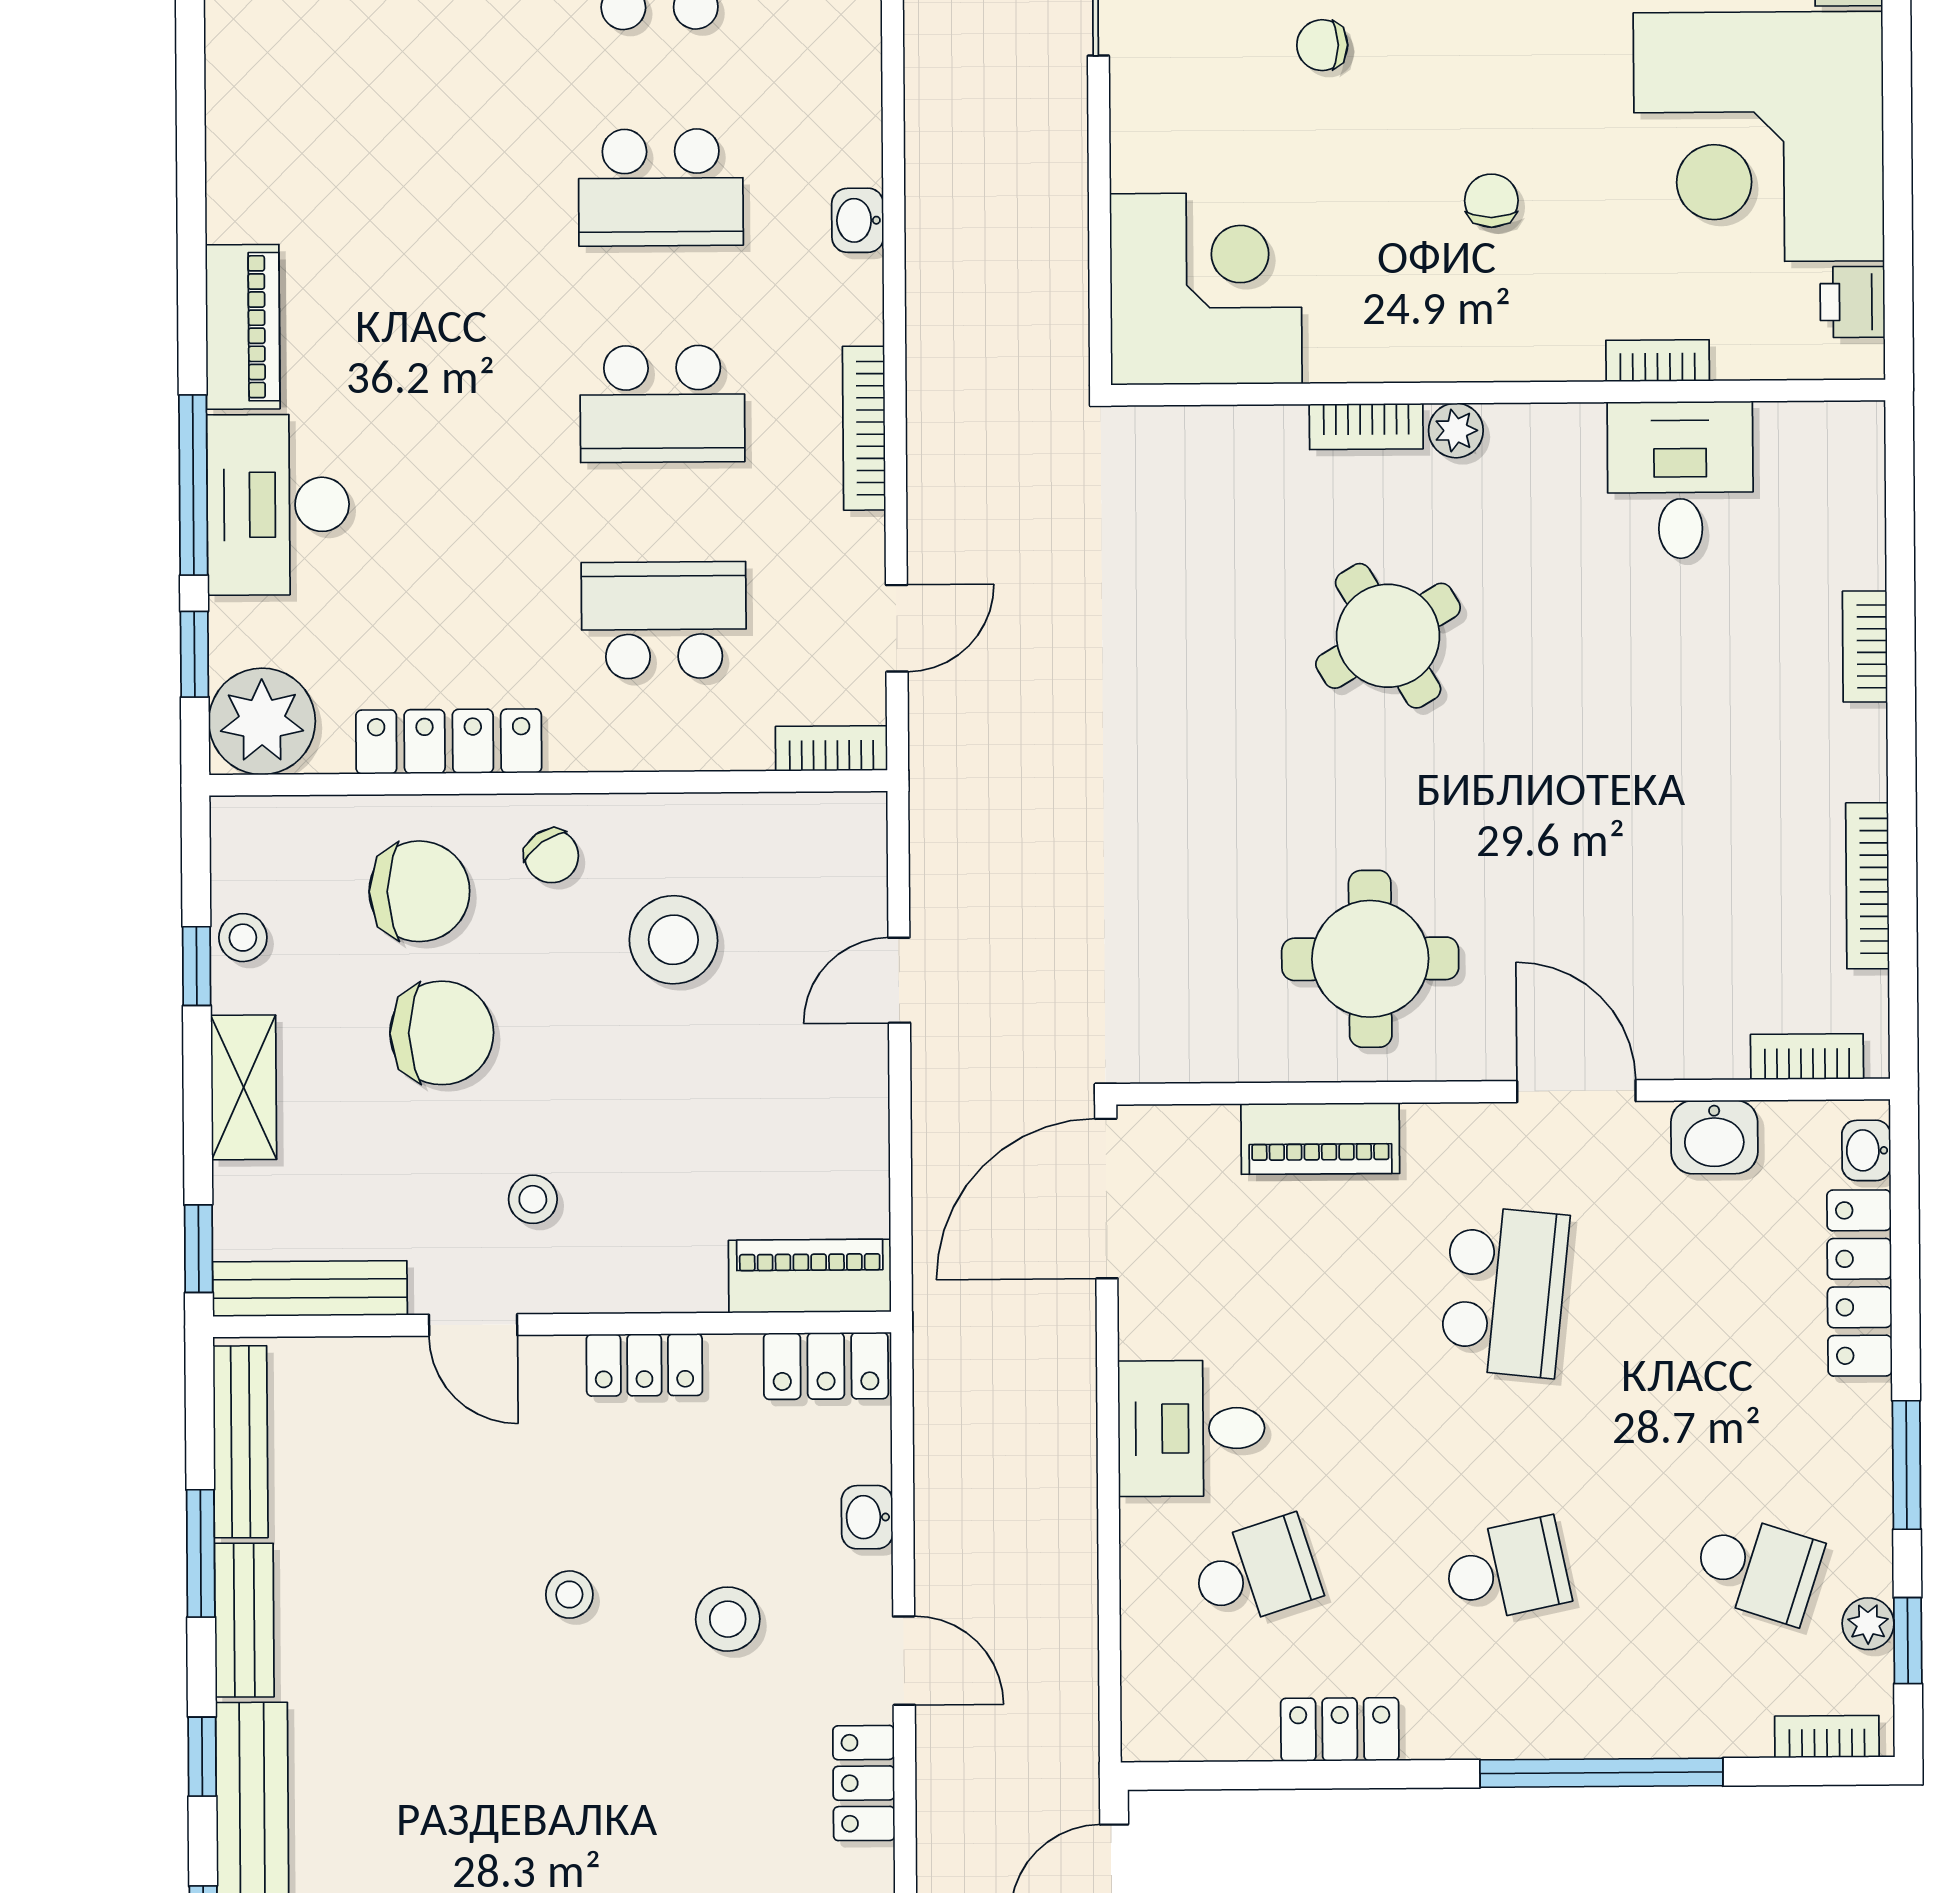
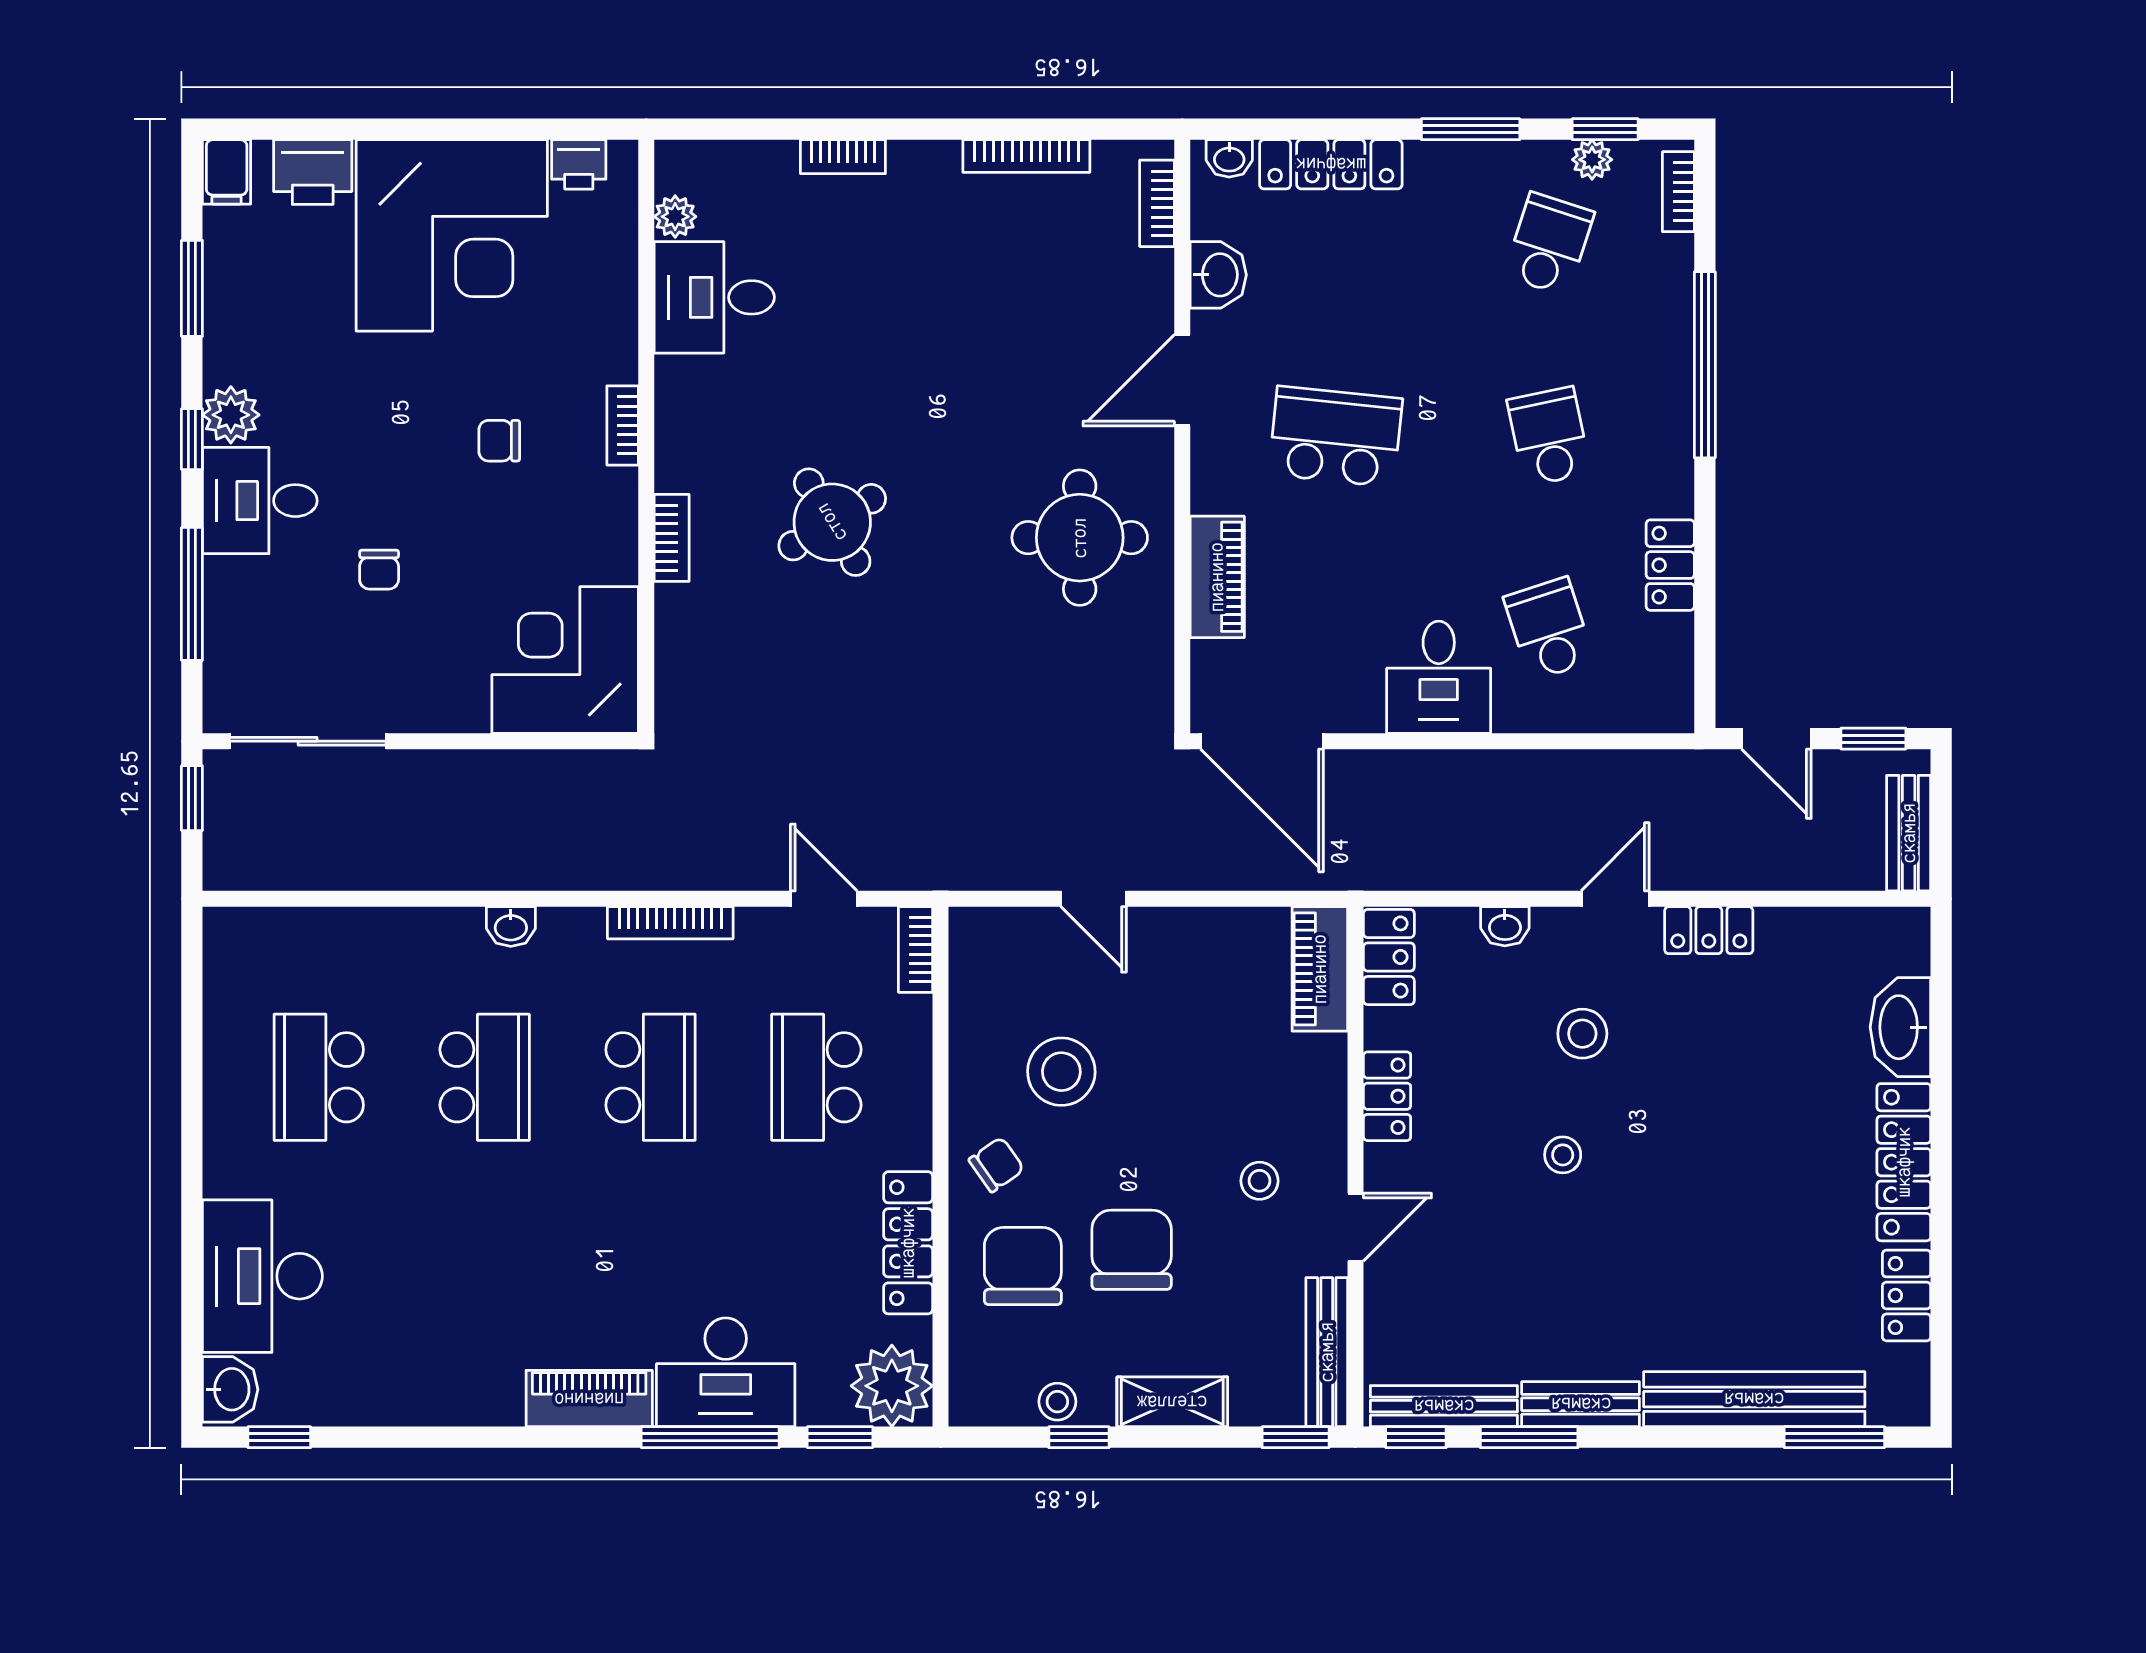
bookcase: (1658, 361) -> (623, 425), moved
plant: (1456, 430) -> (675, 217), moved
window: (202, 1757) -> (1416, 1437), moved

